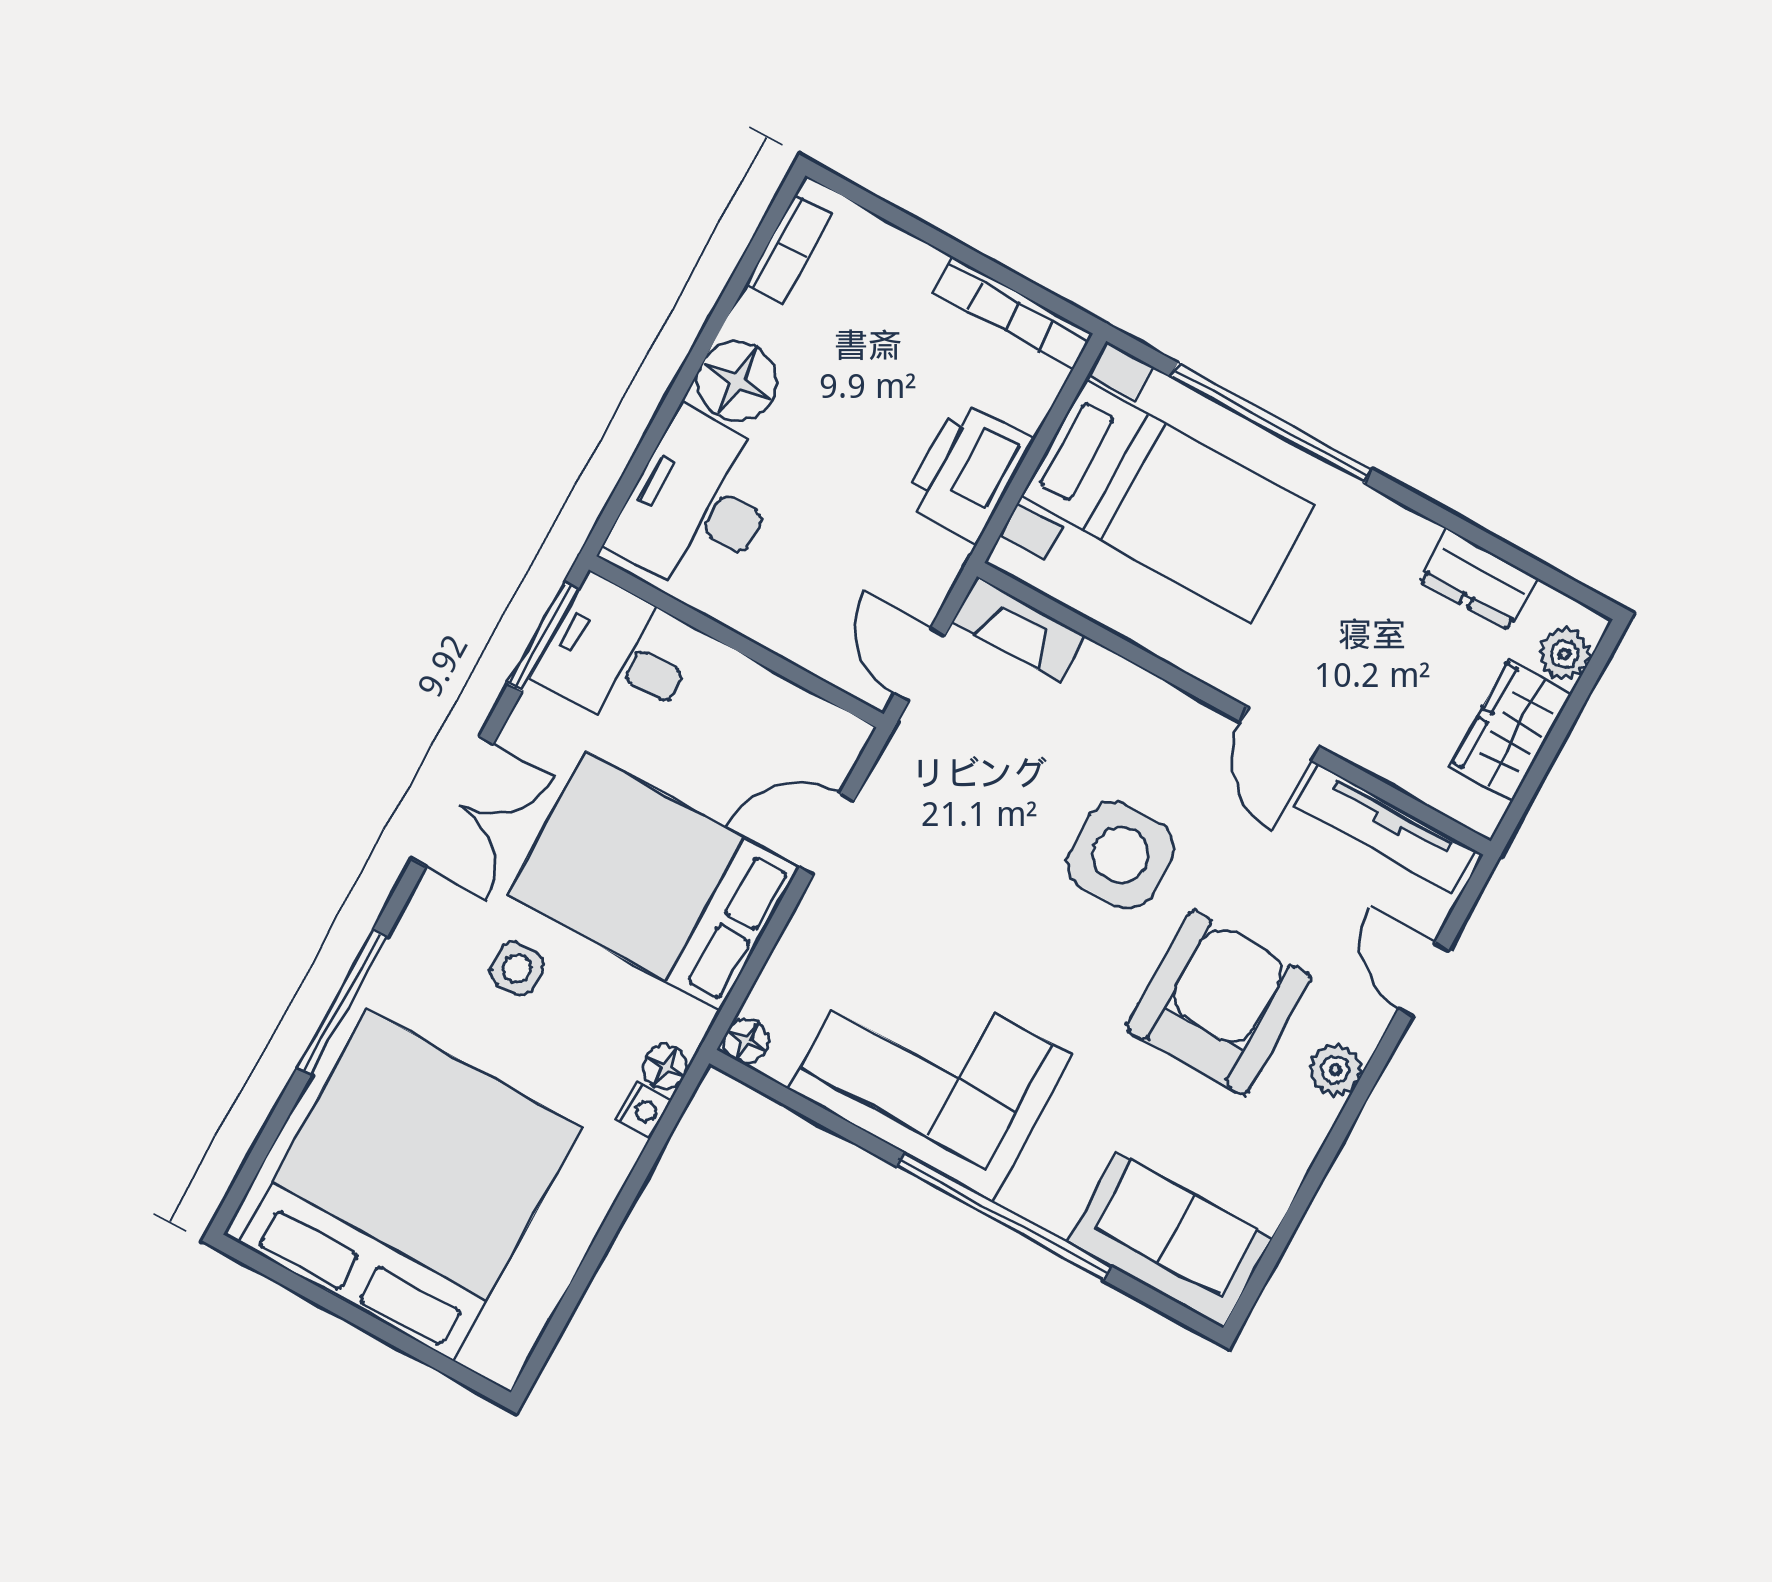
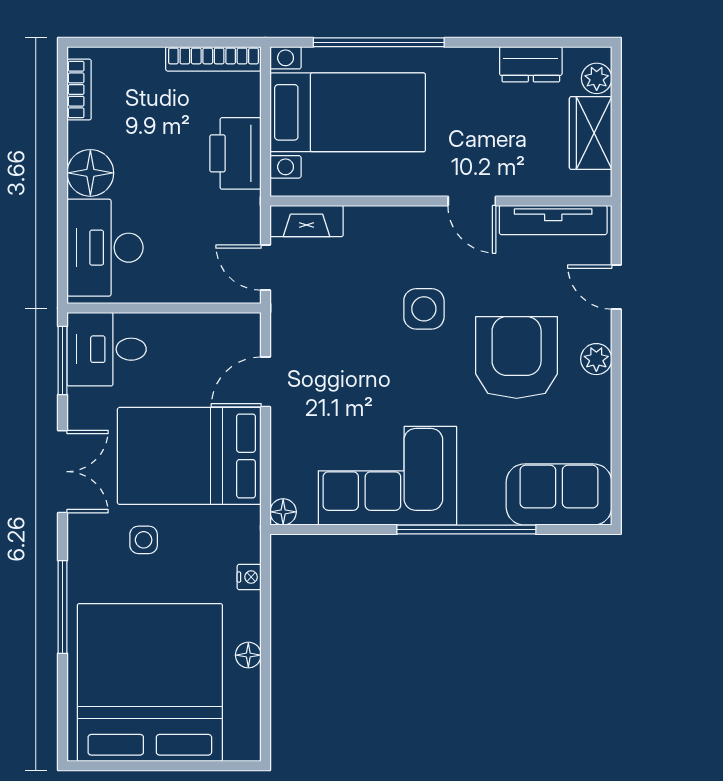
side table: (1121, 855) -> (424, 309), width x0.73, depth x0.73
floor lamp: (665, 1067) -> (248, 655), moved

